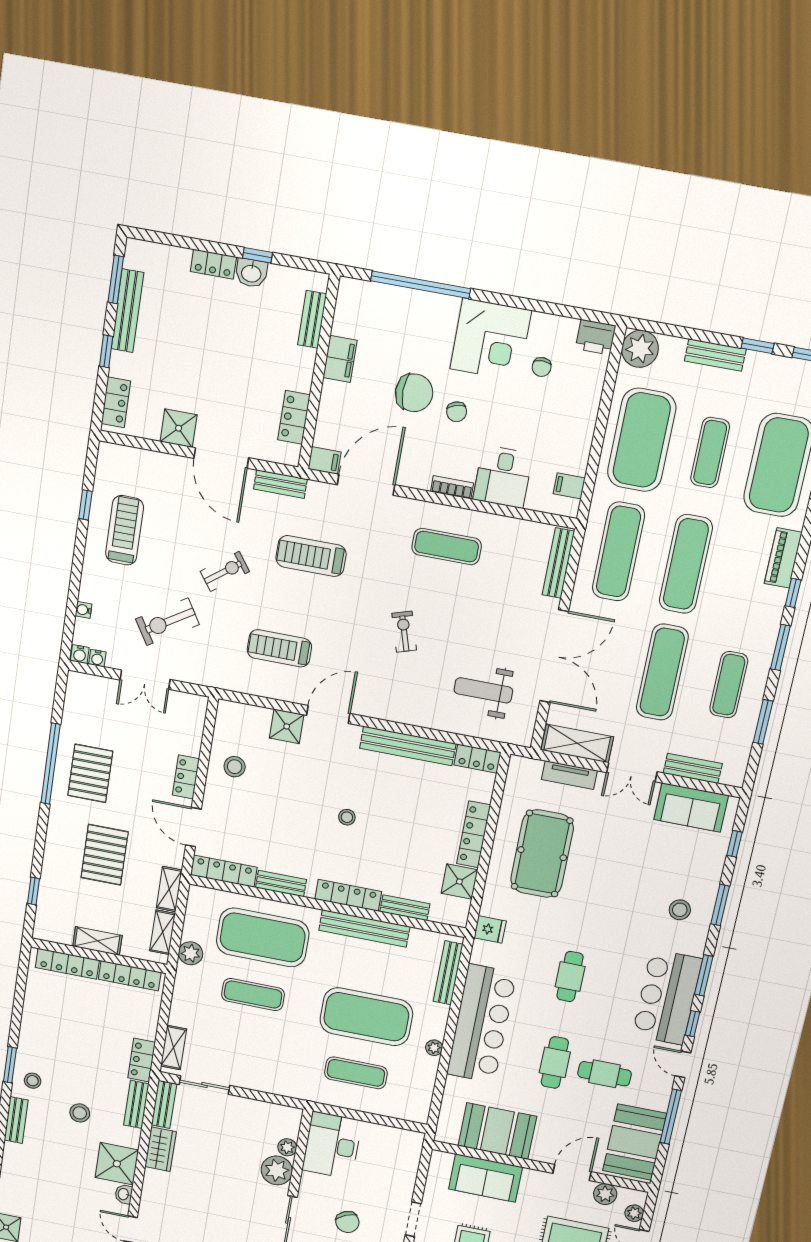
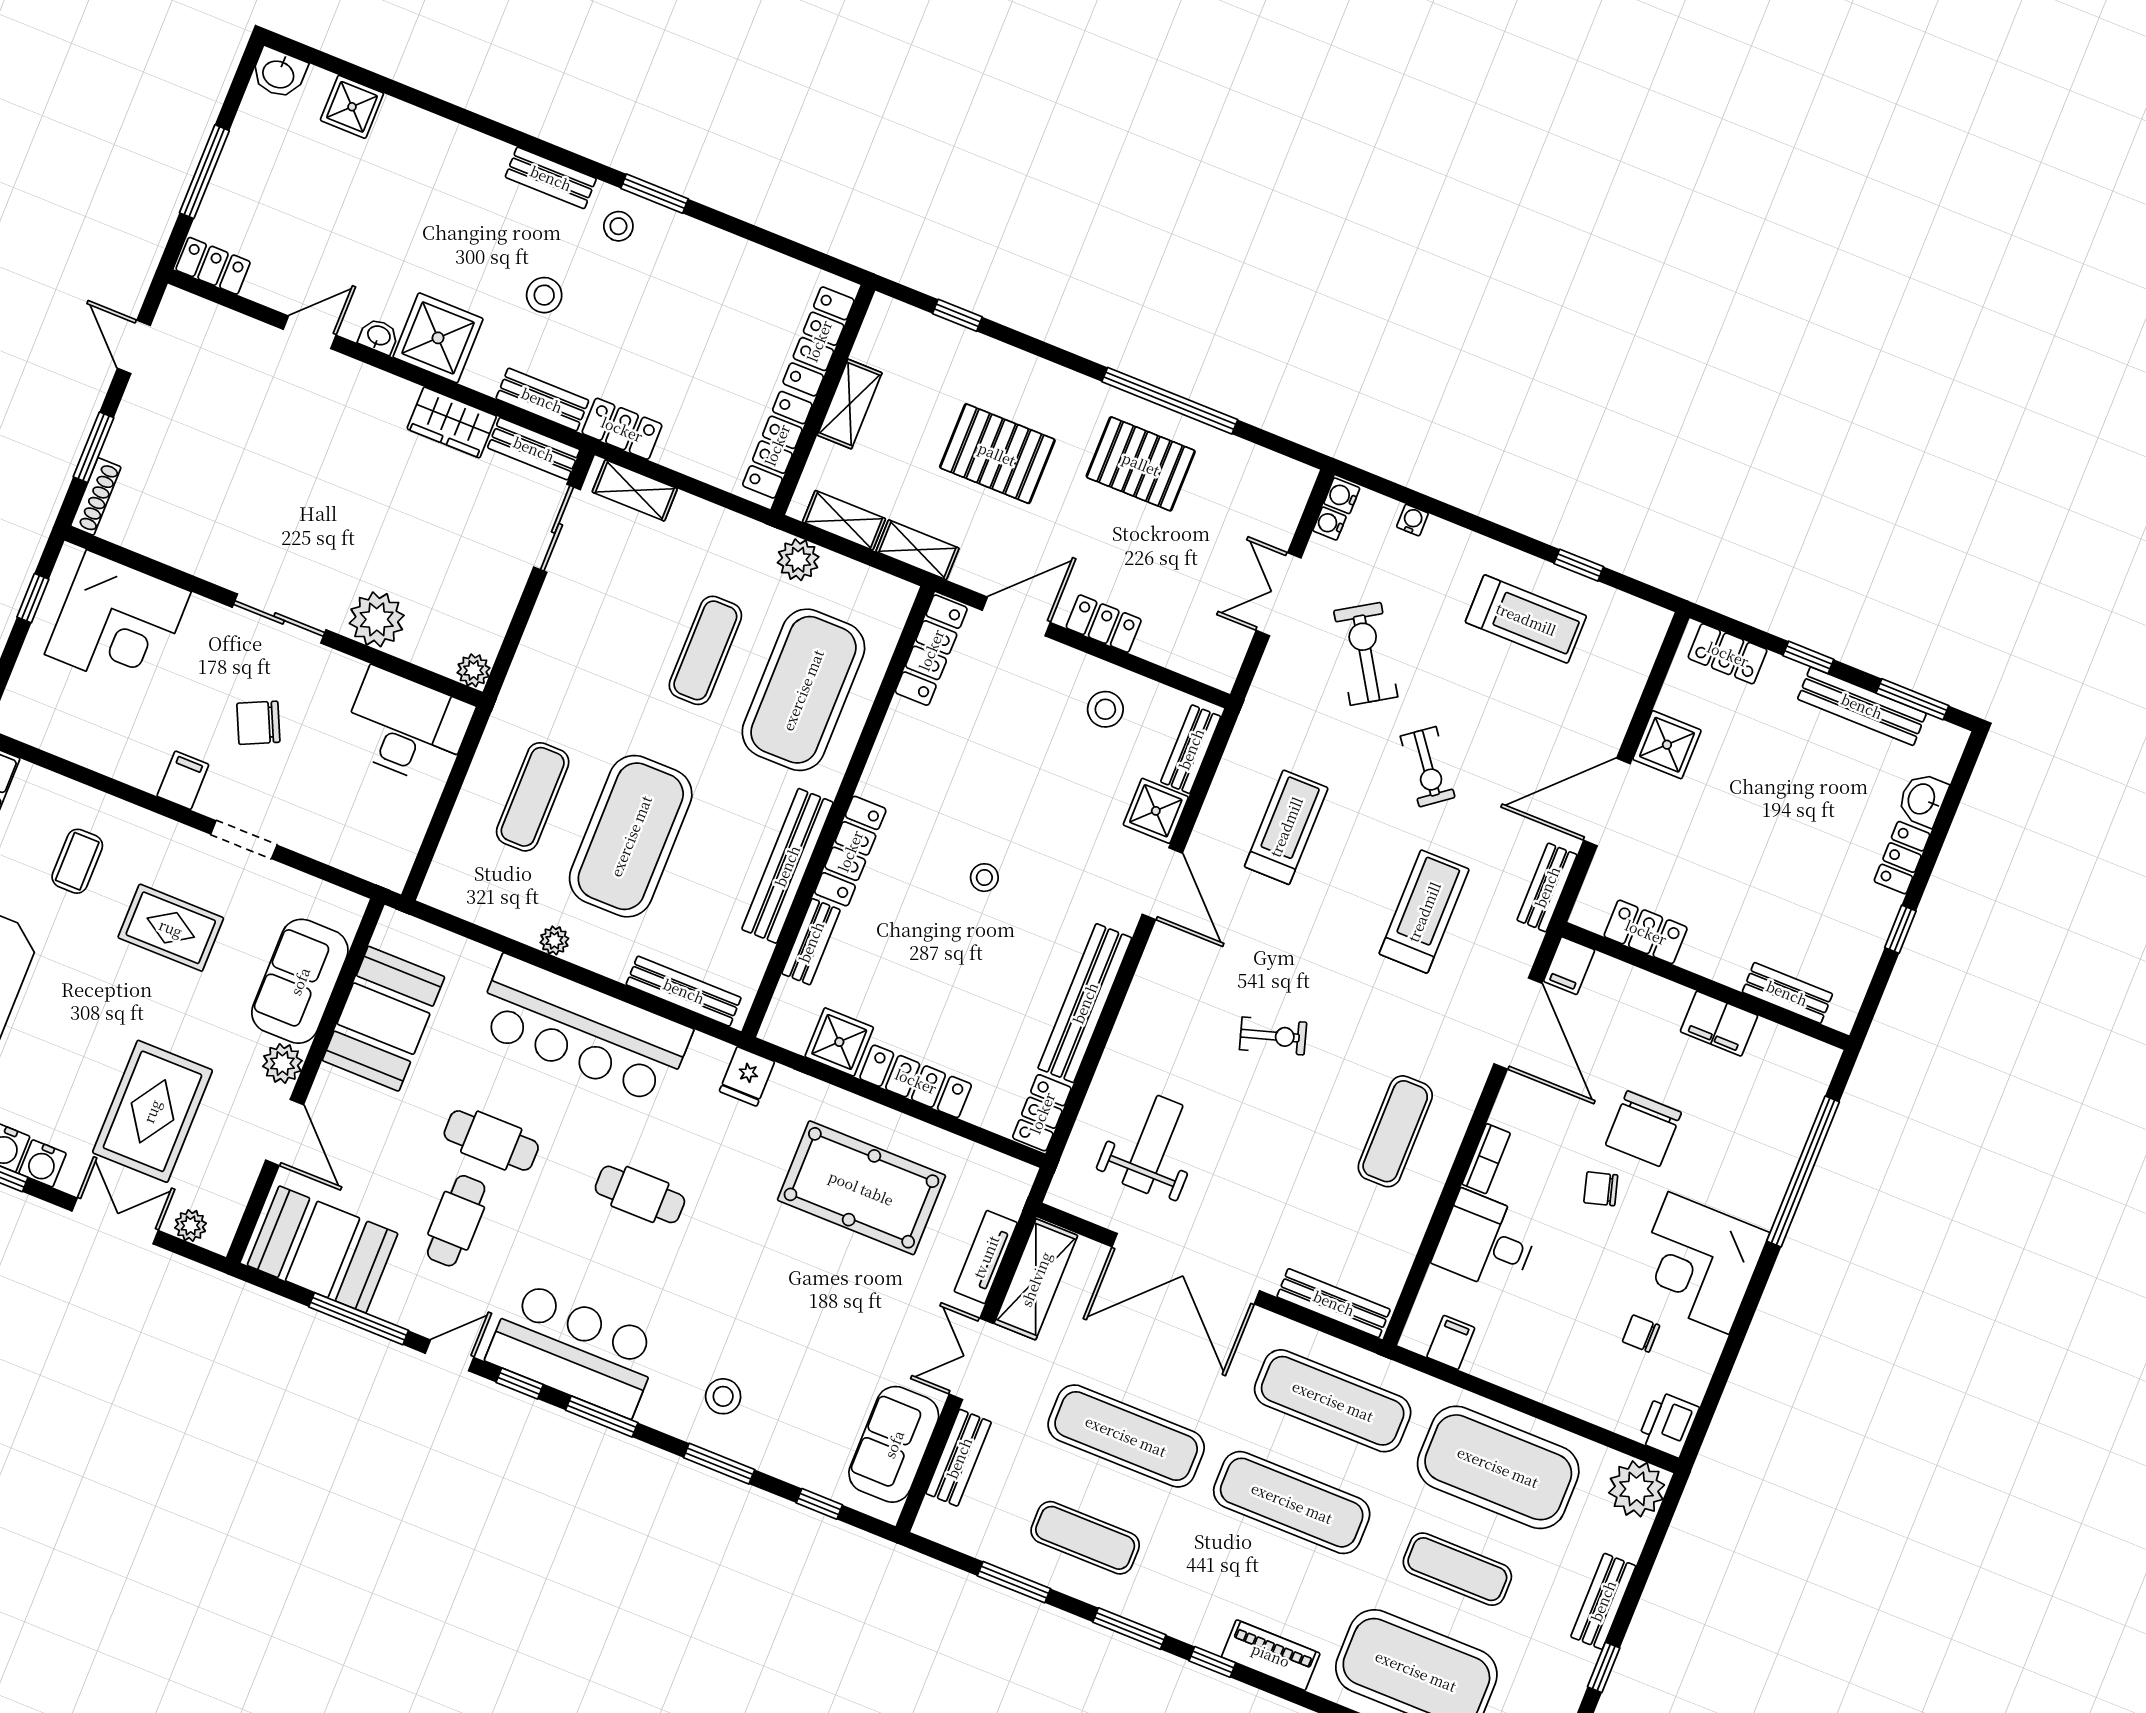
washbasin: (251, 273) -> (1922, 799), moved
bench: (281, 883) -> (1191, 749), moved
plant: (287, 1147) -> (474, 670), moved
plant: (605, 1194) -> (282, 1063), moved

